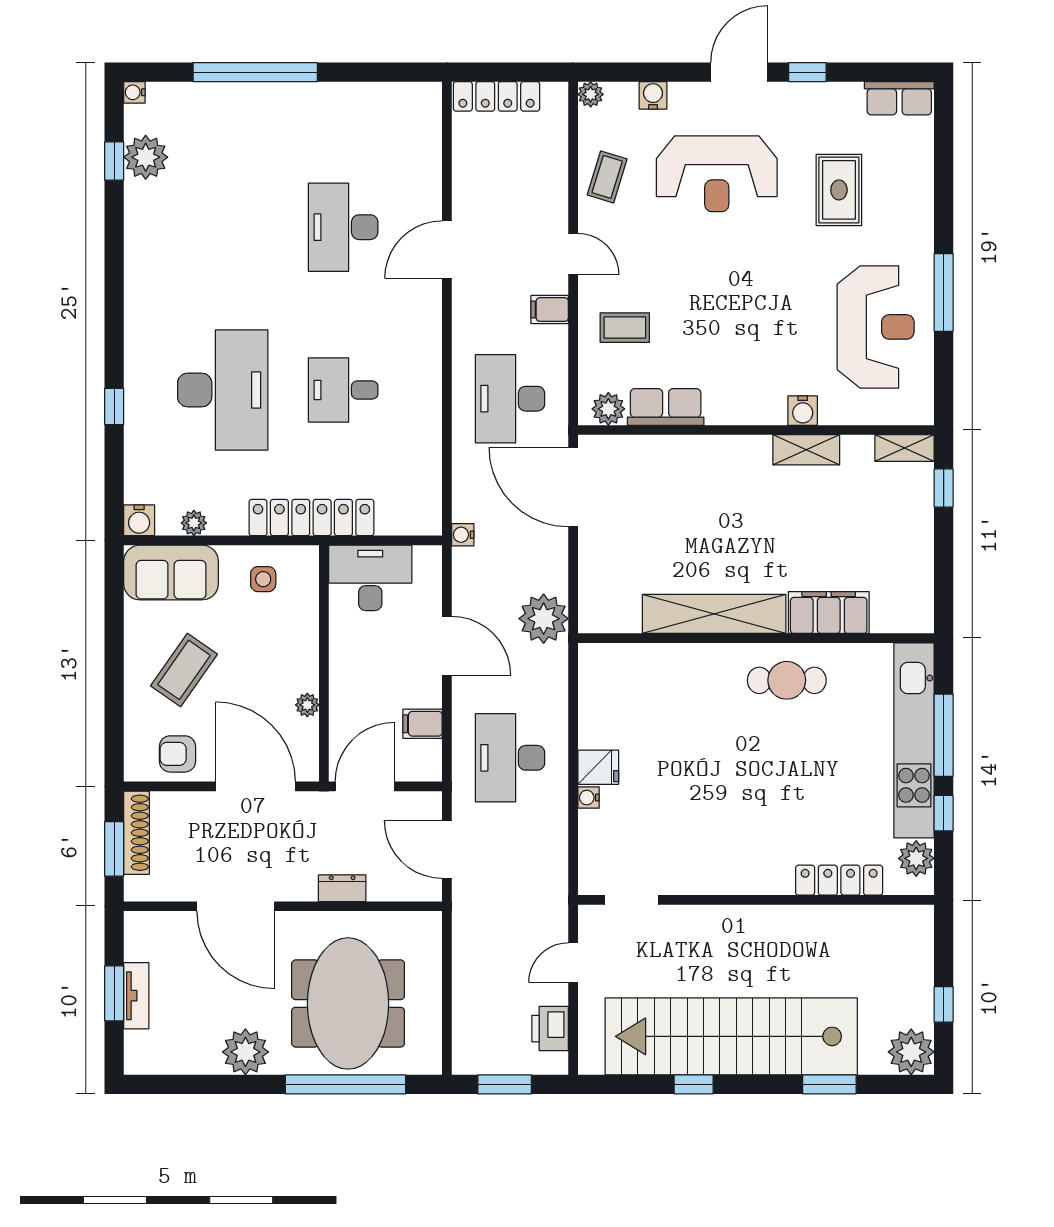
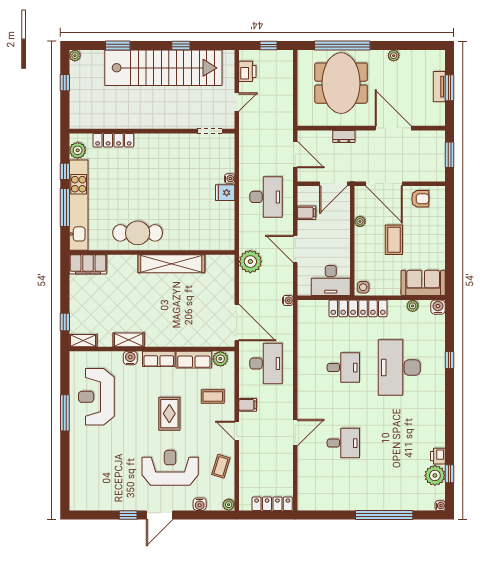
row of seats: (899, 98) -> (159, 359), moved, turned 180
rug: (839, 190) -> (169, 414), moved
printer: (139, 199) -> (438, 456), added
desk: (343, 227) -> (343, 443), width x0.73
side table: (263, 579) -> (363, 287), moved
filing cabinet: (829, 612) -> (88, 264), moved
coffee table: (184, 670) -> (394, 240), moved, turned -35
cafe table: (787, 680) -> (138, 233), width x1.37, depth x1.35
shoe rack: (136, 833) -> (439, 162), removed
plant: (245, 1052) -> (394, 56), width x0.53, depth x0.53
plant: (911, 1052) -> (75, 56), width x0.53, depth x0.53
window: (505, 1084) -> (268, 46), width x0.67

